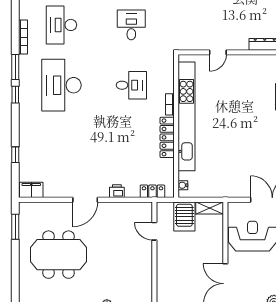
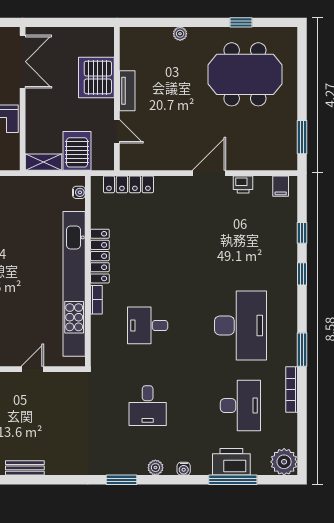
window: (15, 95) -> (302, 274), moved
filing cabinet: (31, 190) -> (281, 186), width x0.50
printer: (117, 191) -> (243, 184), moved
locker: (152, 191) -> (128, 184), width x1.53
meeting table: (59, 255) -> (245, 74), moved
tv unit: (147, 262) -> (127, 91), added
server rack: (170, 272) -> (96, 77), added

